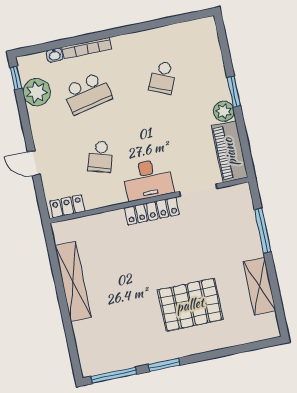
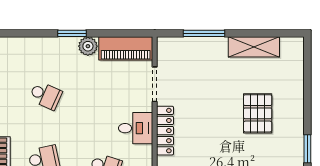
desk: (148, 179) -> (136, 128), width x0.73
pallet: (190, 305) -> (258, 113), width x0.73, depth x0.71

